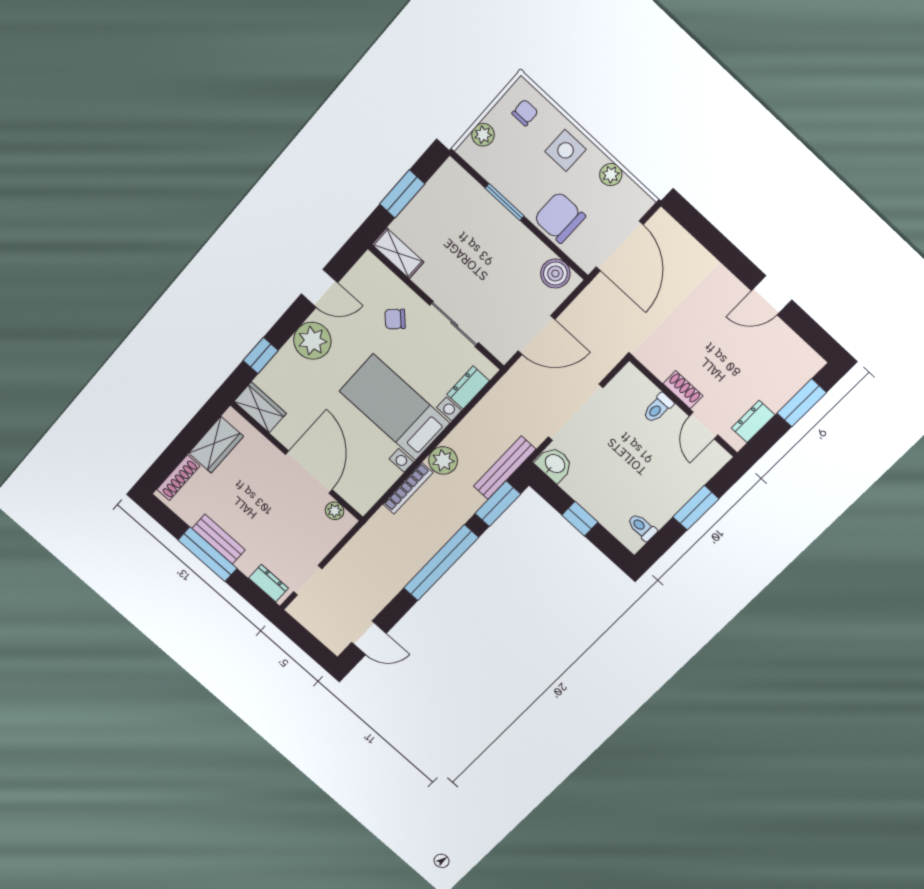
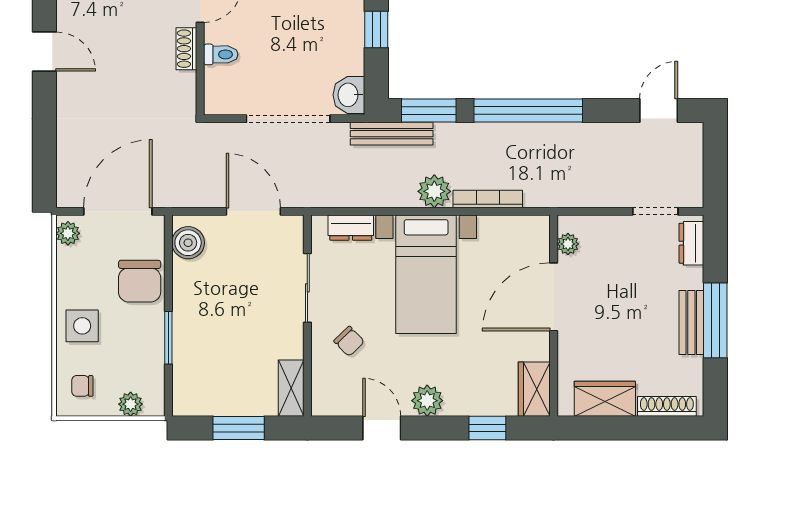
plant: (611, 175) -> (68, 233), moved
plant: (312, 341) -> (427, 401), width x0.73, depth x0.73
door: (369, 638) -> (659, 111), hinge flipped

